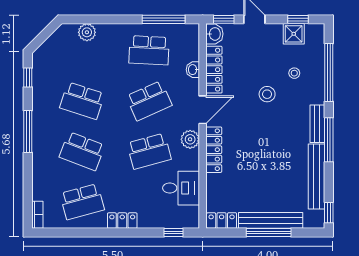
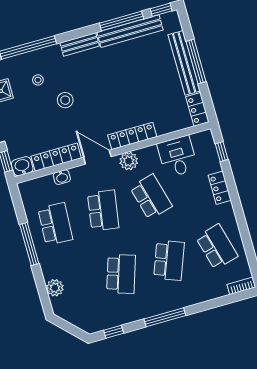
window: (164, 19) -> (29, 244), moved
school desk: (149, 101) -> (103, 210), turned 33
window: (329, 140) -> (122, 21), moved
locker: (122, 221) -> (220, 188), moved

